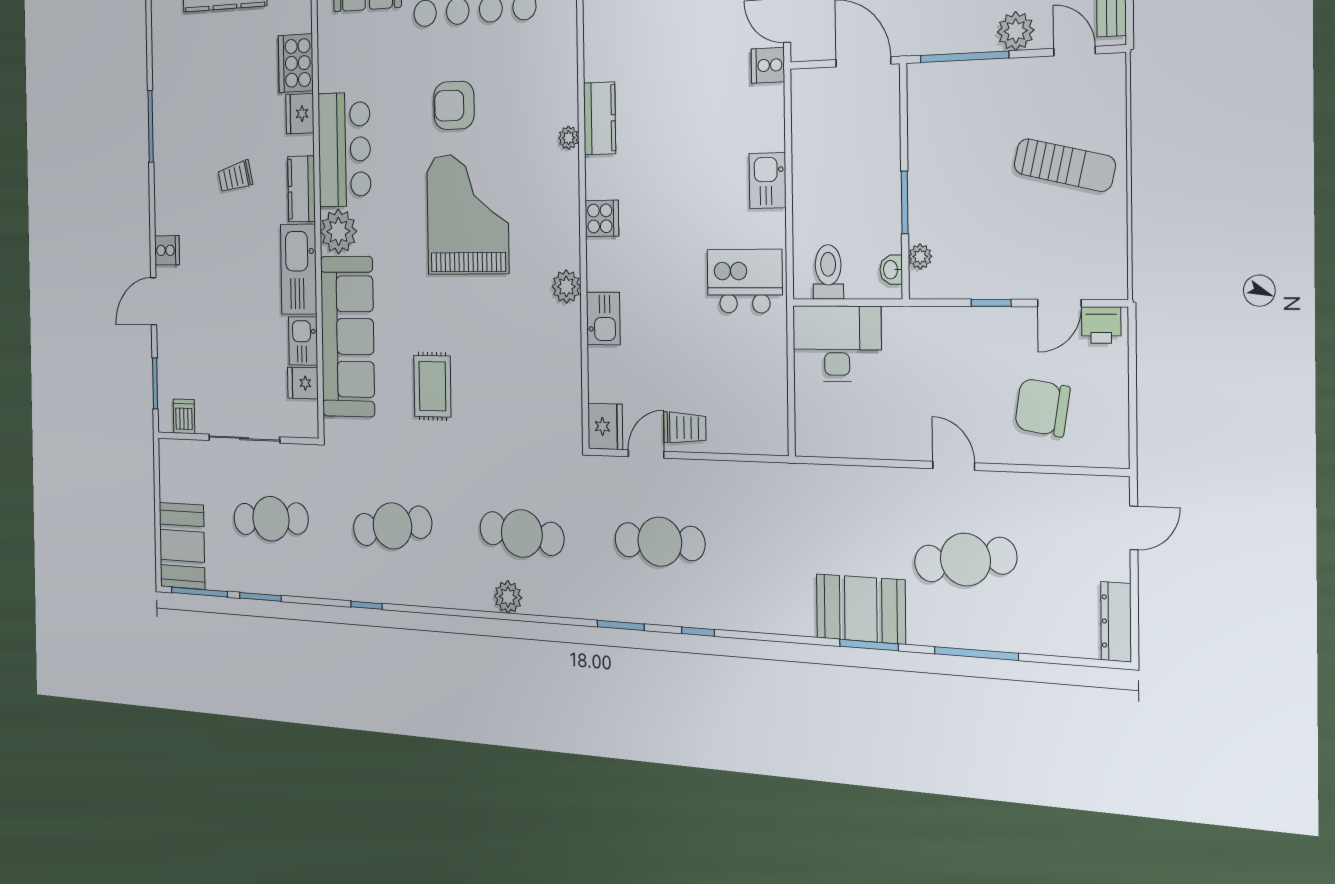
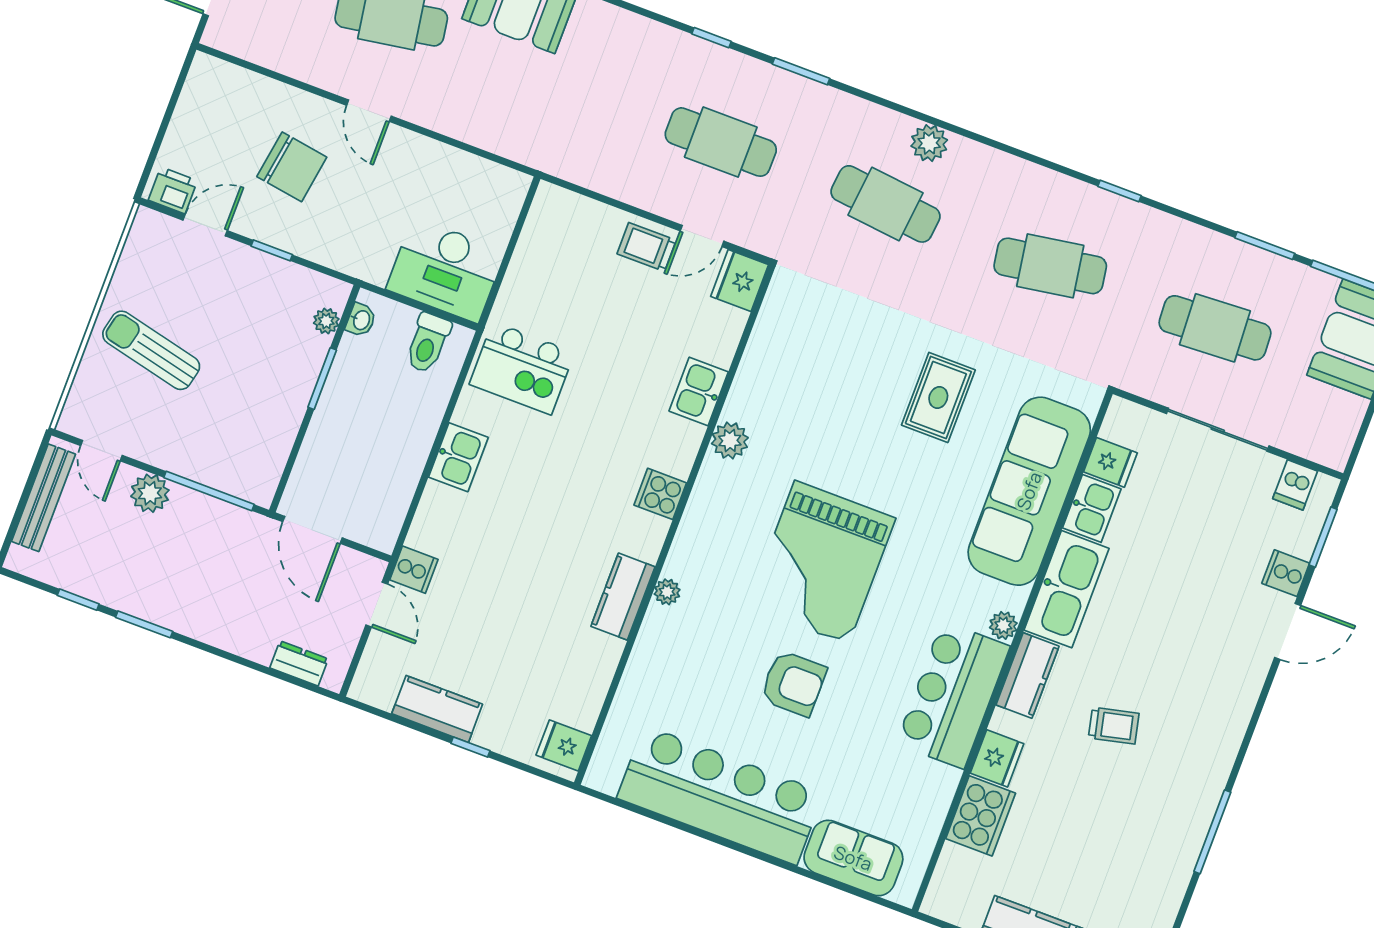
plant: (338, 231) -> (1003, 625), width x0.53, depth x0.53
cooker: (167, 250) -> (1286, 573), moved
chair: (1042, 408) -> (292, 167), moved

